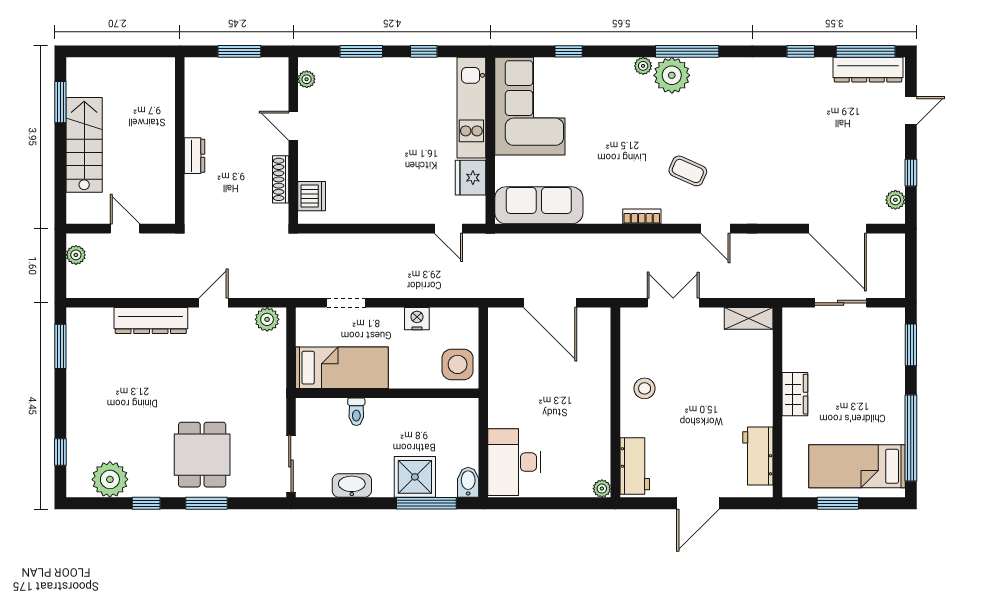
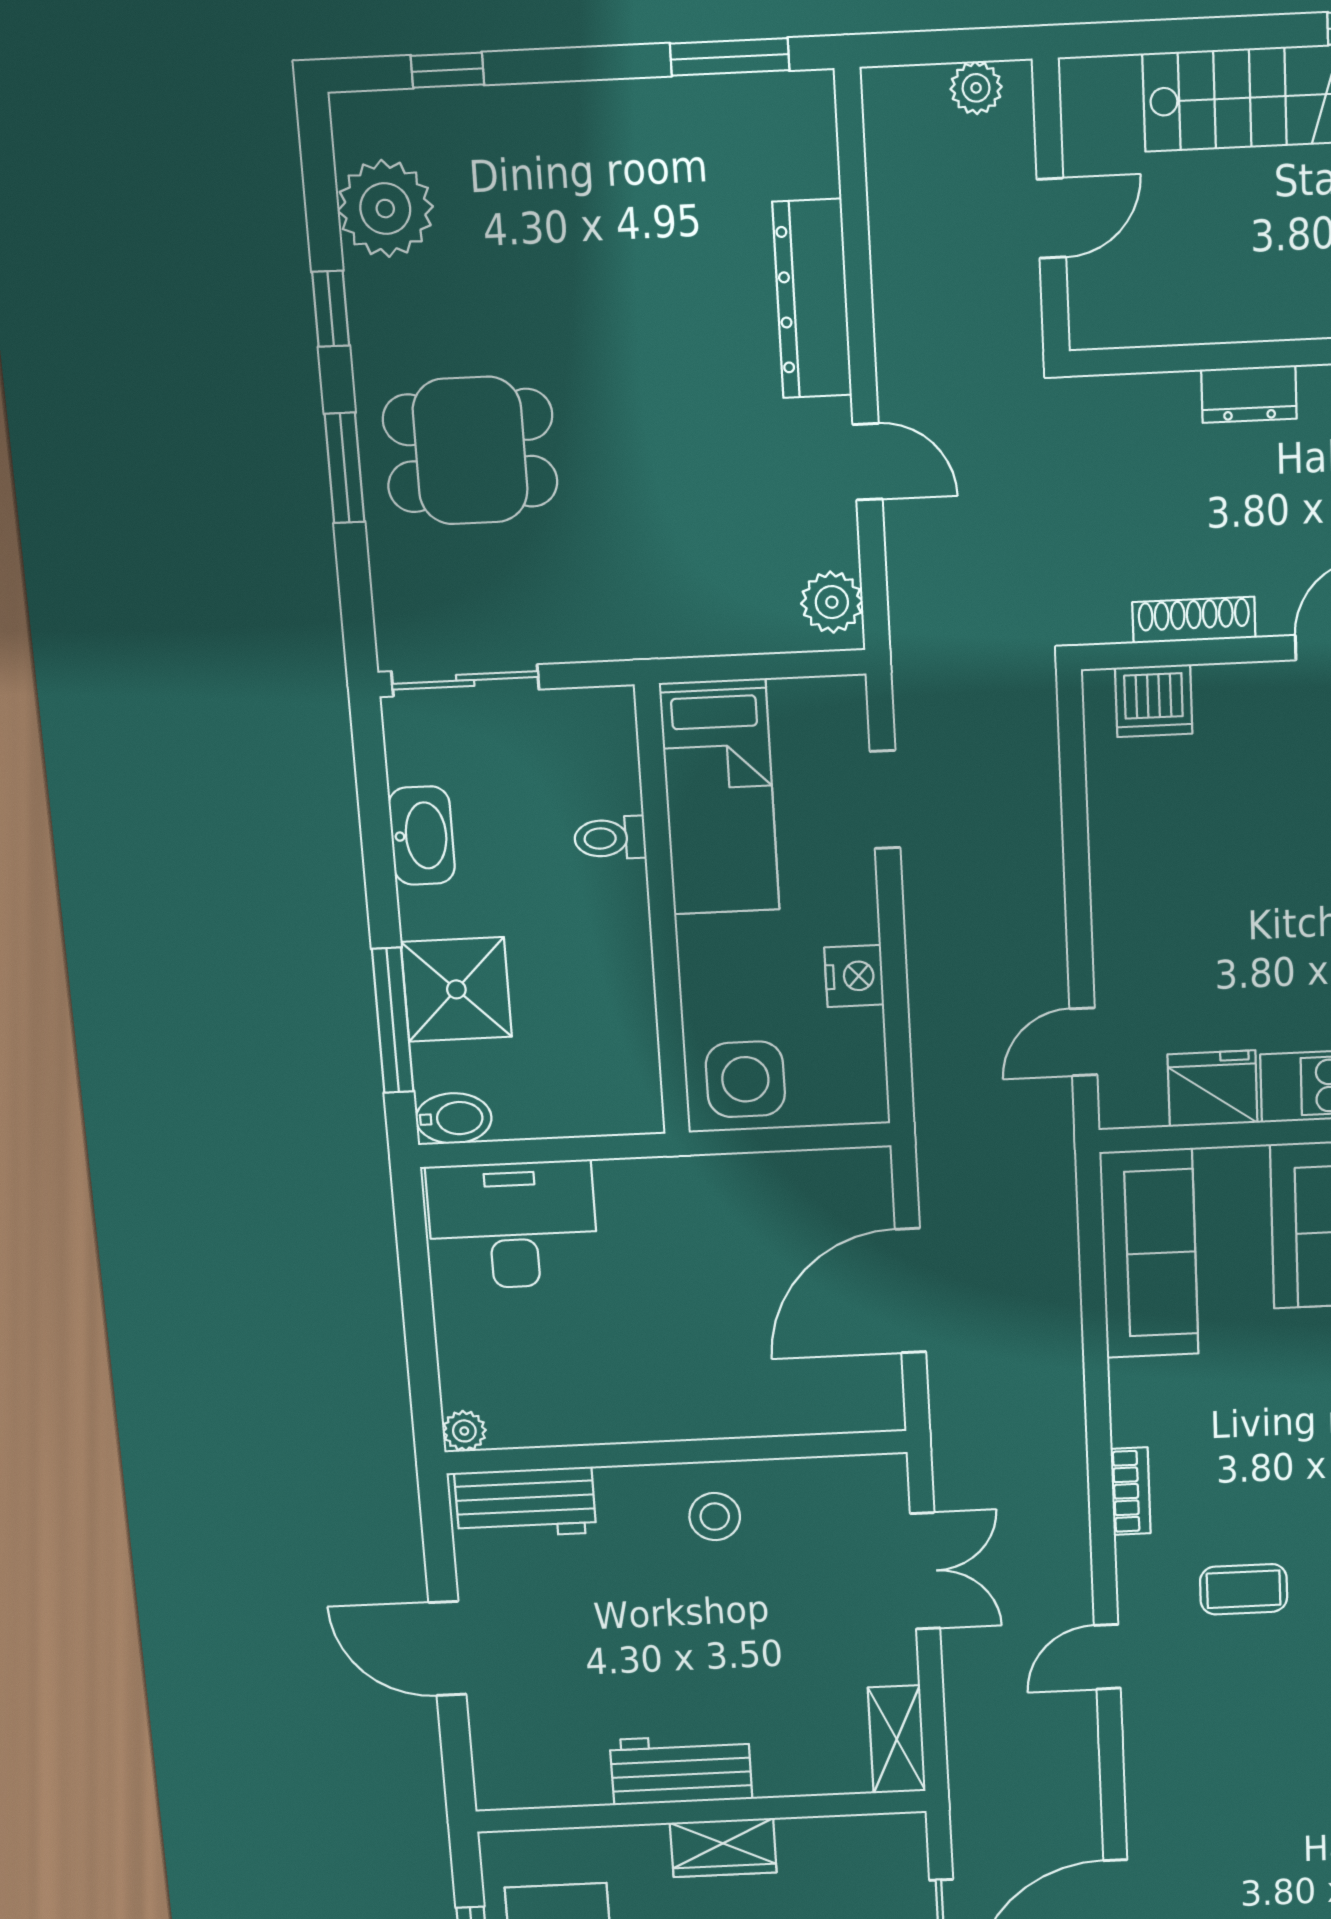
coffee table: (688, 171) -> (1244, 1589), turned 66
workbench: (758, 456) -> (681, 1769), moved

